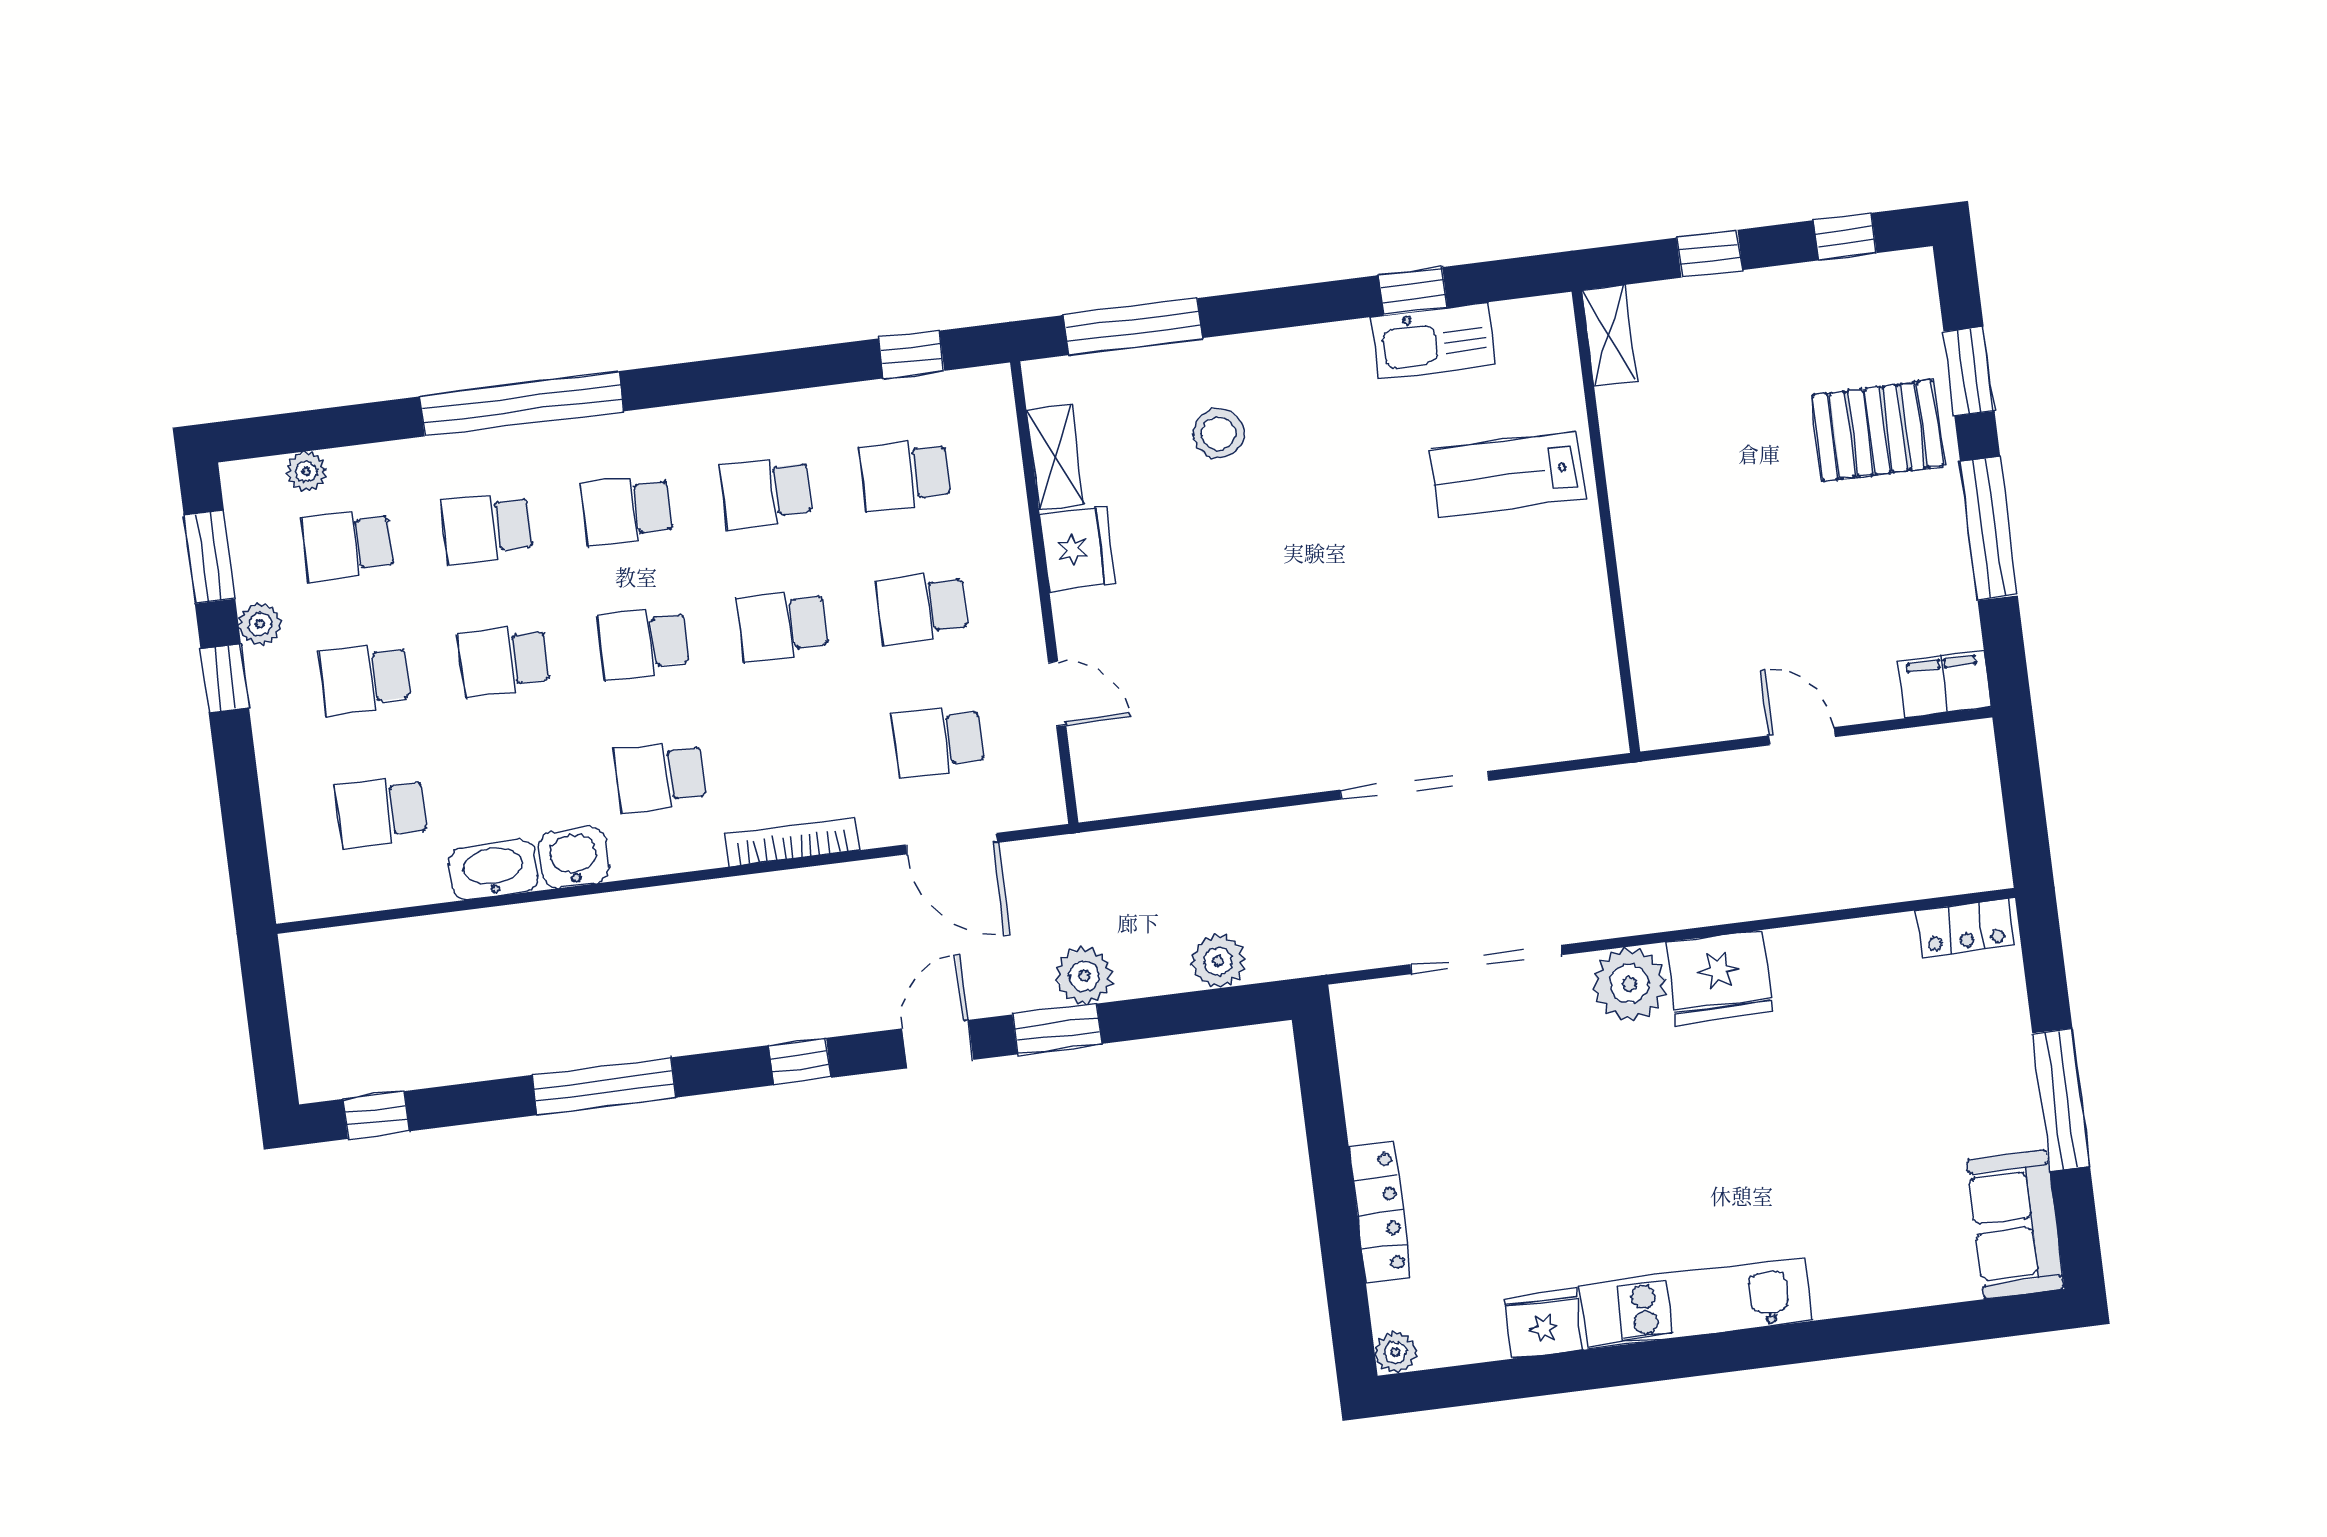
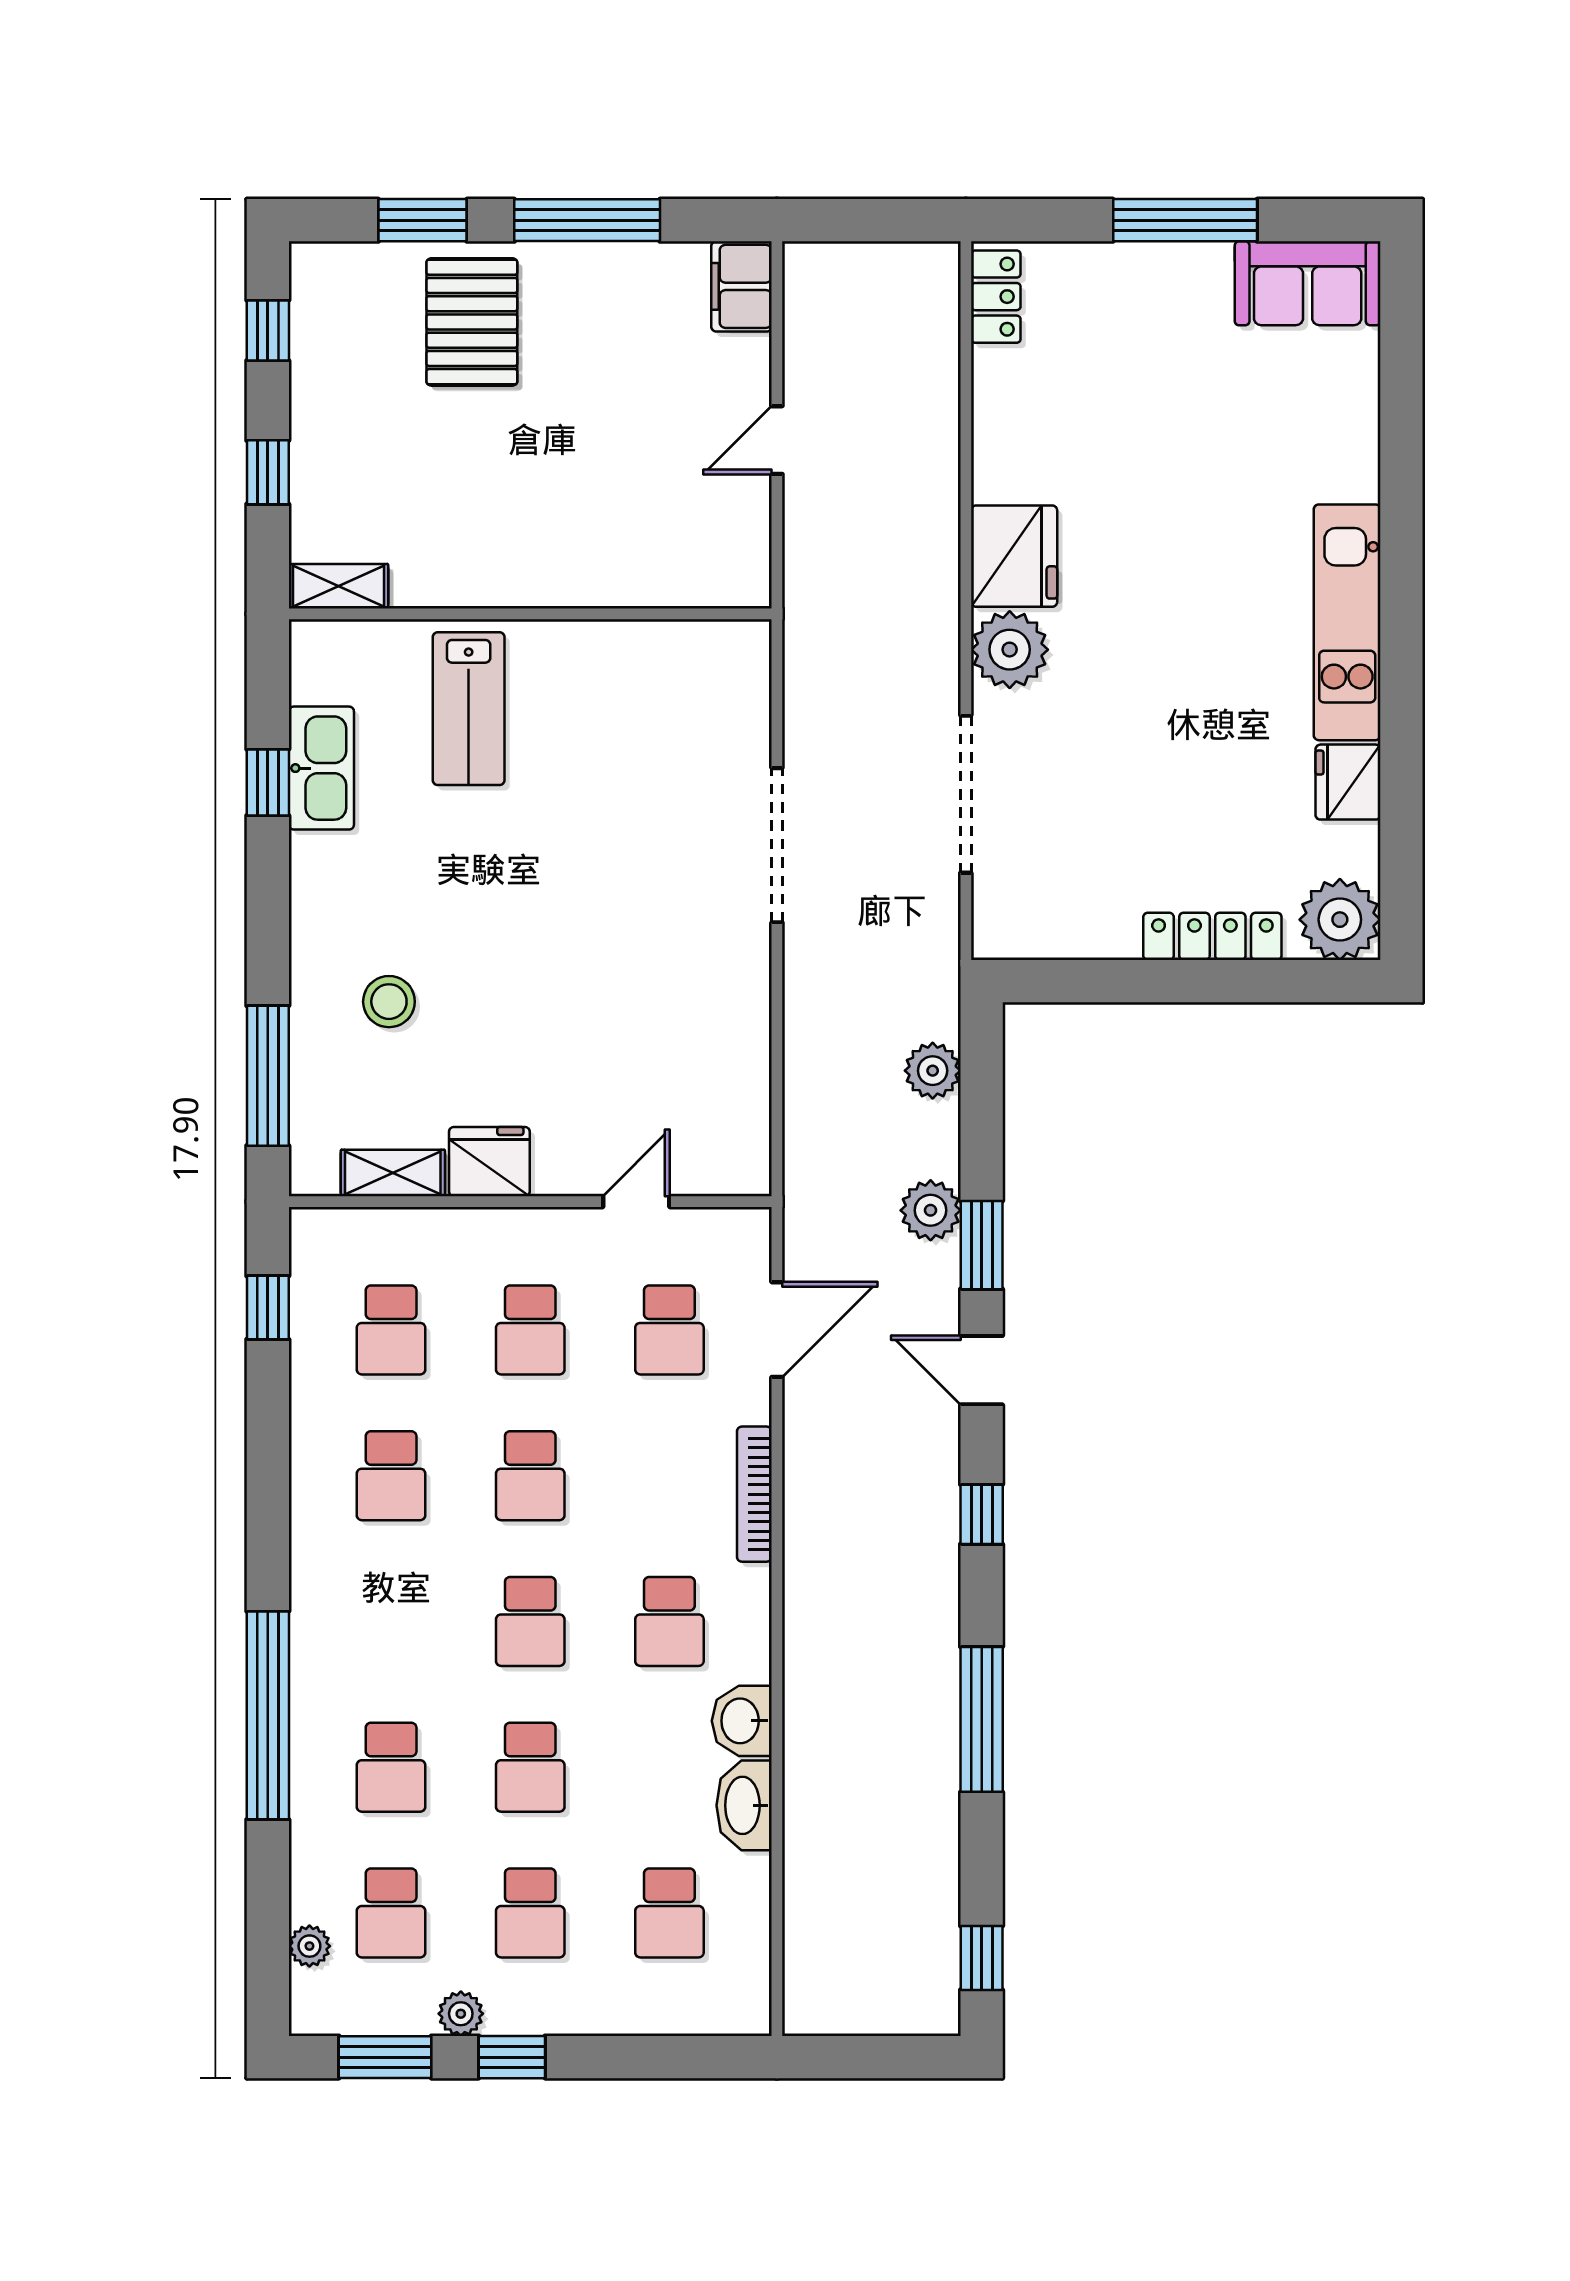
school desk: (626, 510) -> (391, 1621), removed
plant: (1396, 1352) -> (1340, 920), width x1.87, depth x1.87

